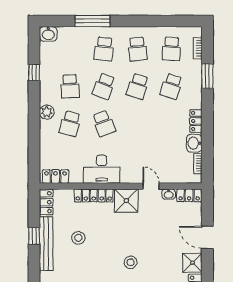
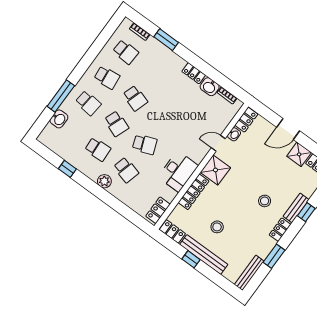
washbasin: (48, 34) -> (59, 119), moved
school desk: (171, 86) -> (154, 73), removed

